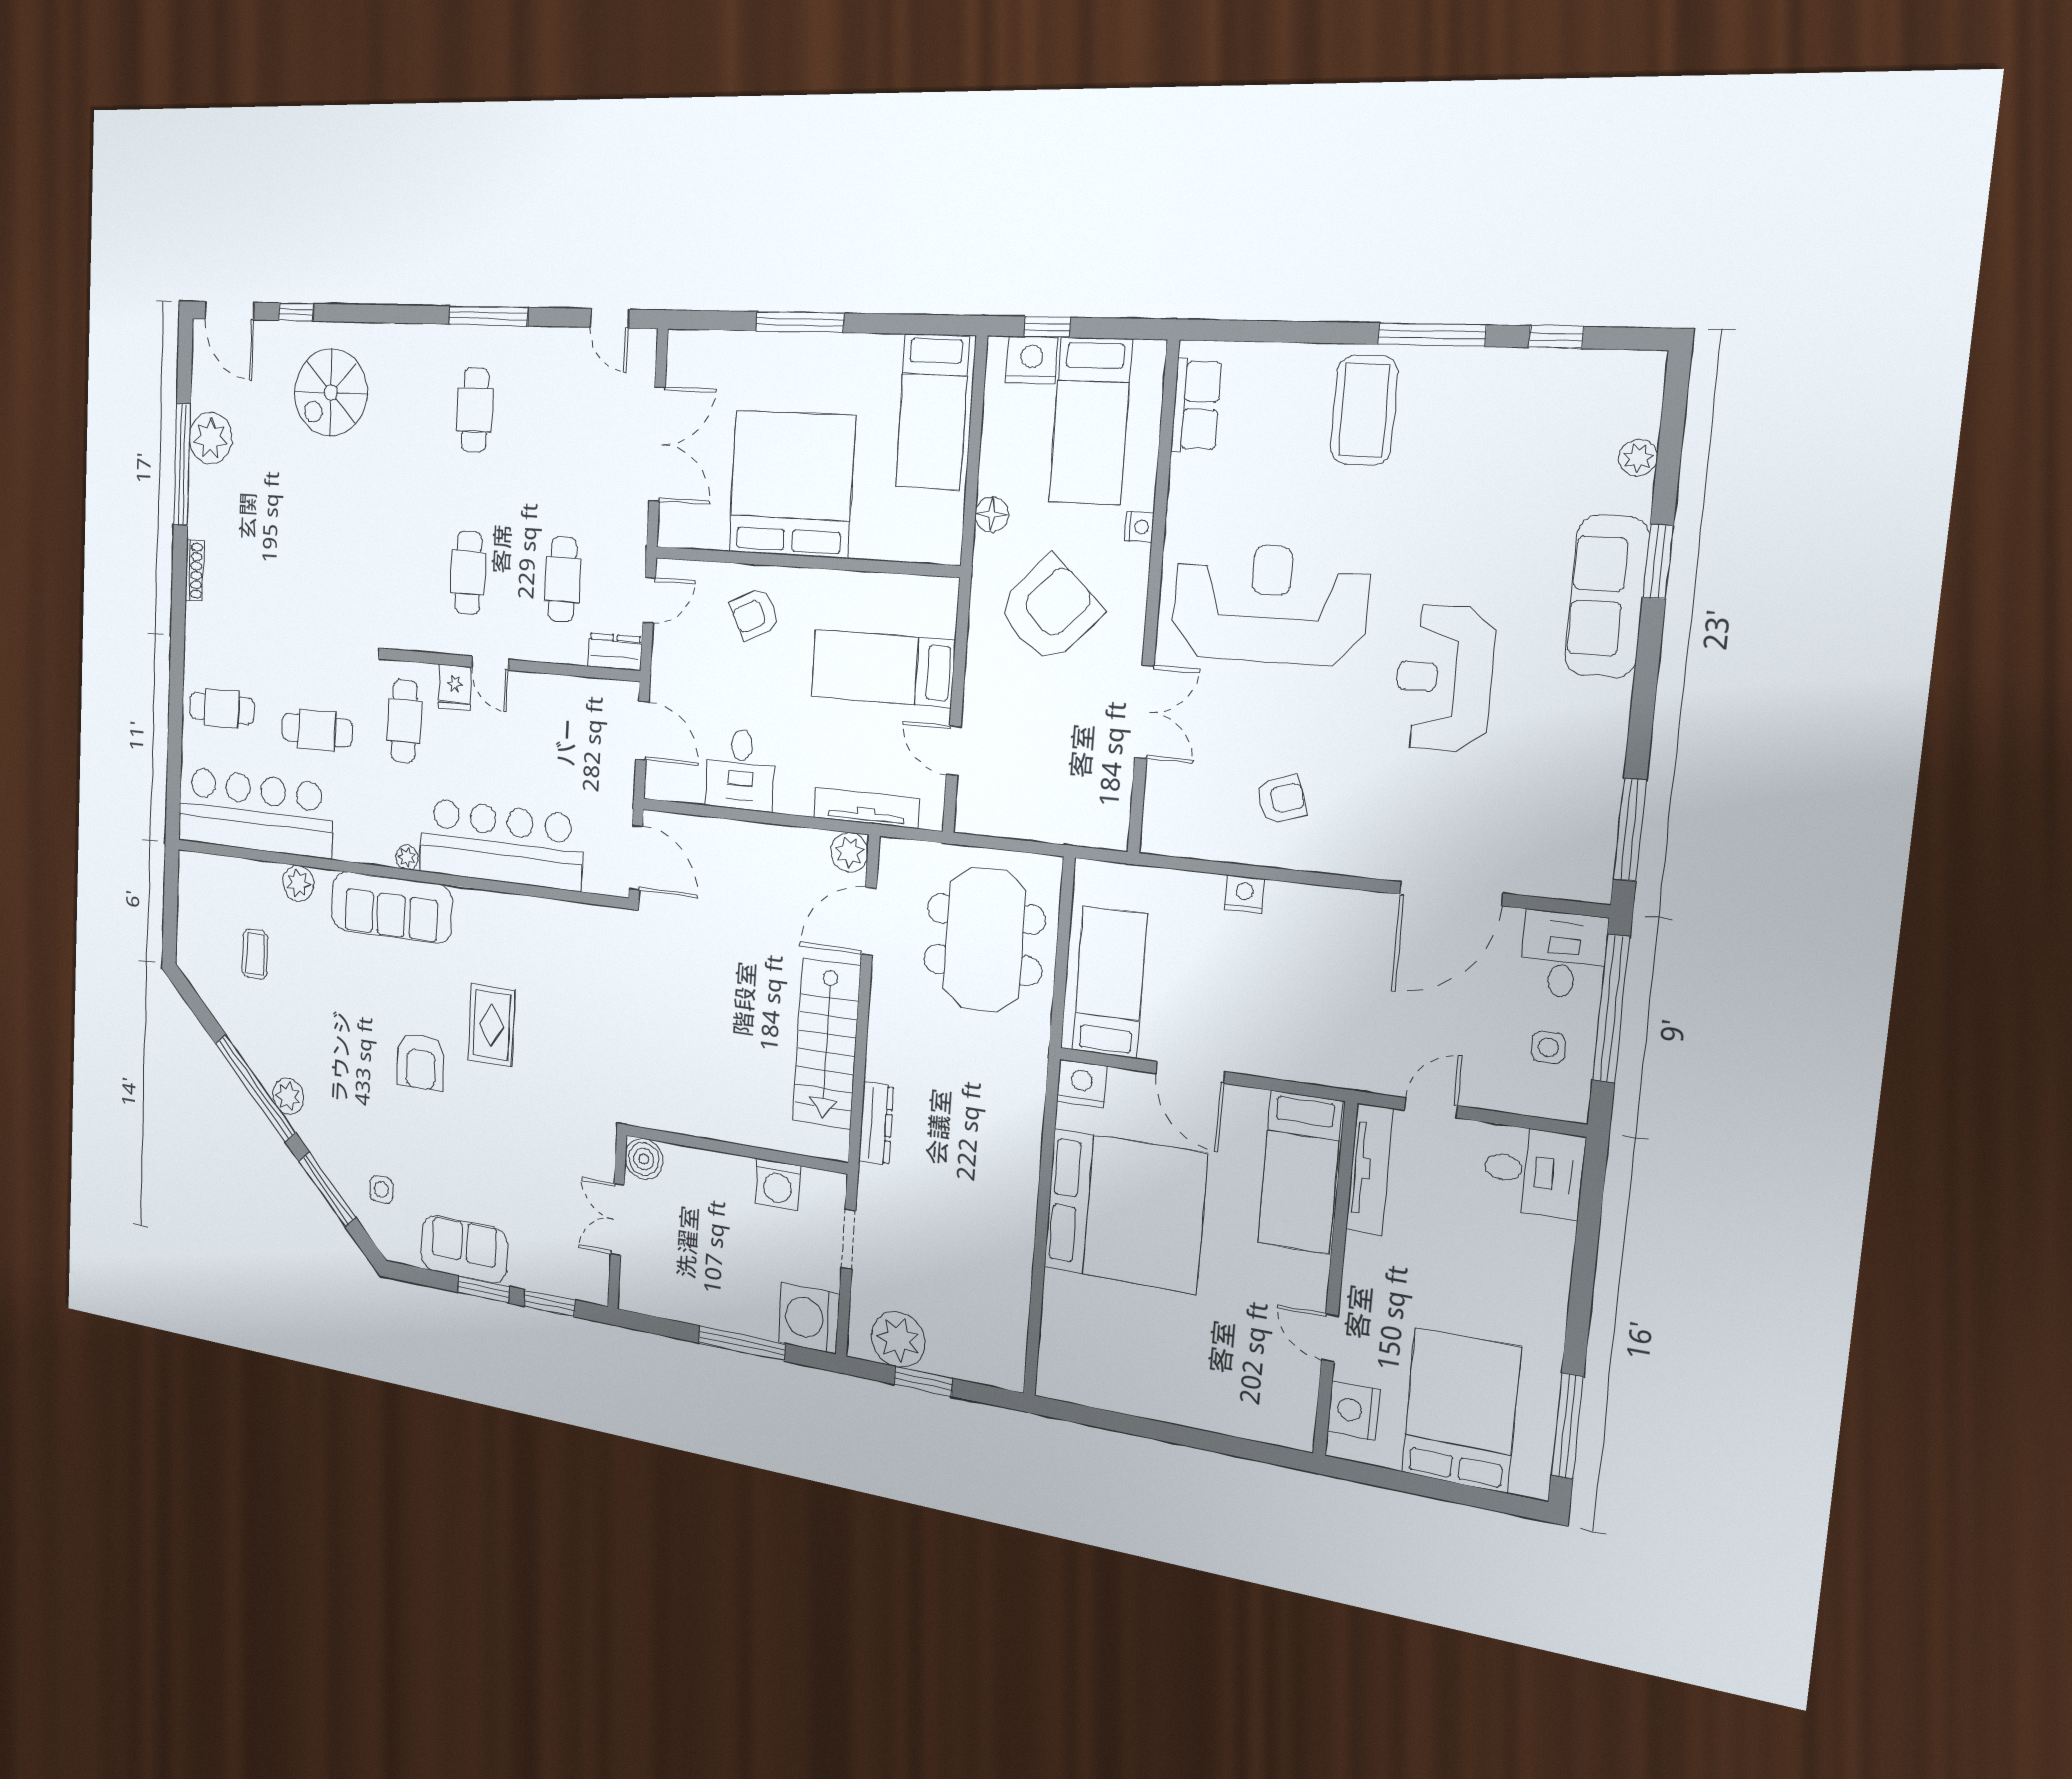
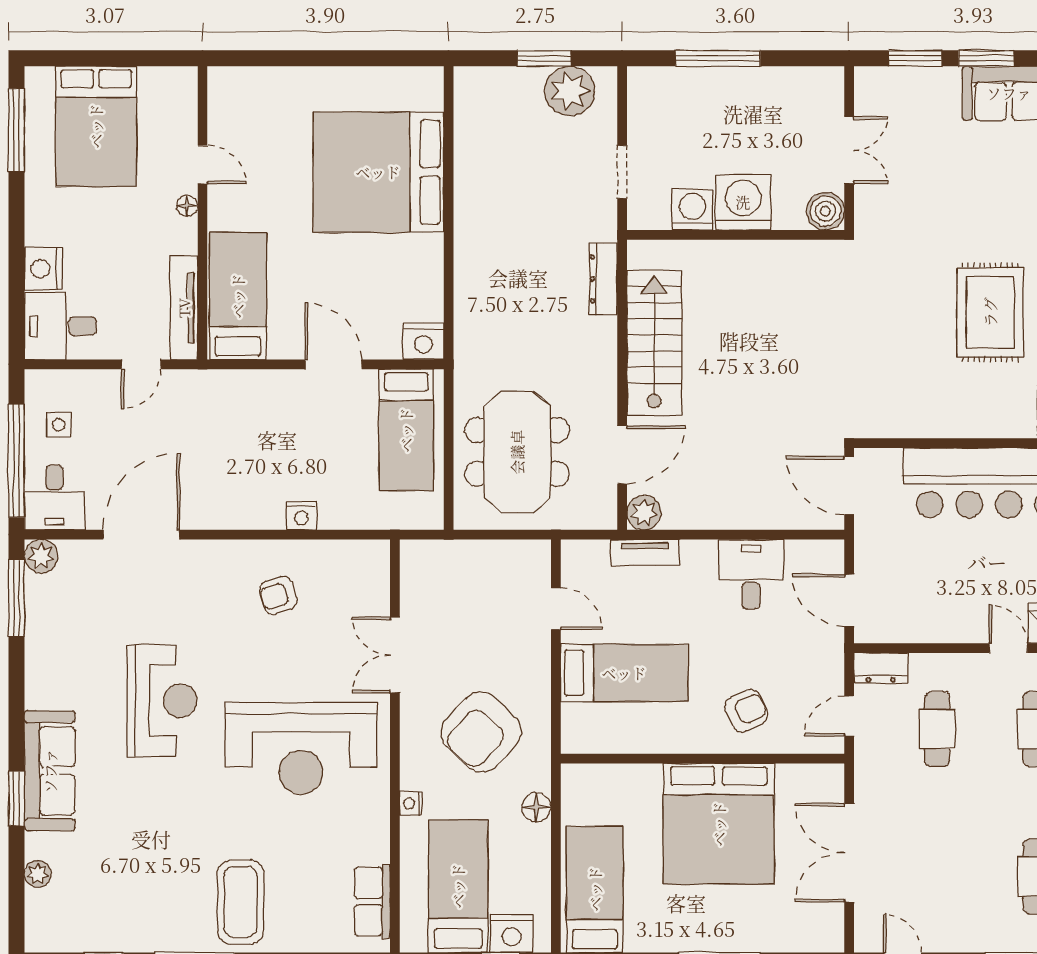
tv unit: (866, 808) -> (645, 552), width x0.71
plant: (1590, 881) -> (41, 556), added
rug: (491, 1025) -> (990, 312), width x1.36, depth x1.43
bed: (1125, 1211) -> (378, 172), moved
floor lamp: (1354, 1292) -> (187, 206), added
washing machine: (809, 1318) -> (743, 202), moved, turned -90
nightstand: (1354, 1410) -> (43, 269), moved, turned 180

